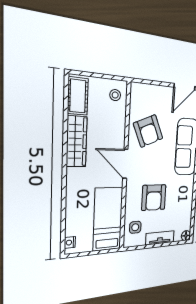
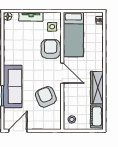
armchair: (154, 198) -> (51, 49), moved

